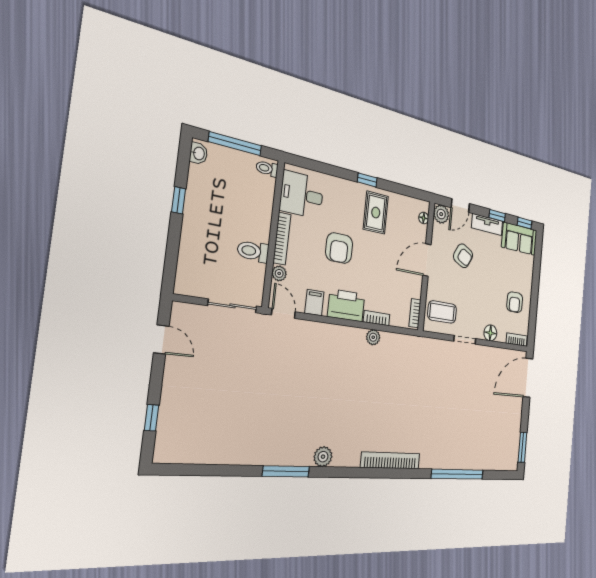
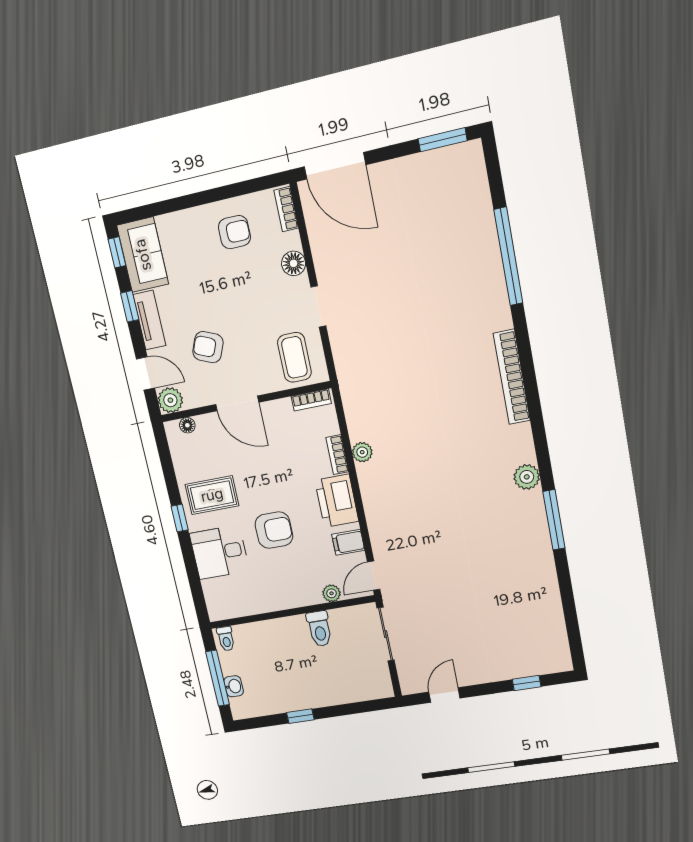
washbasin: (199, 153) -> (234, 686), moved, turned 90
desk: (302, 195) -> (219, 552), moved, turned 90
bookcase: (282, 239) -> (292, 601), removed
armchair: (463, 256) -> (208, 347), turned -95

